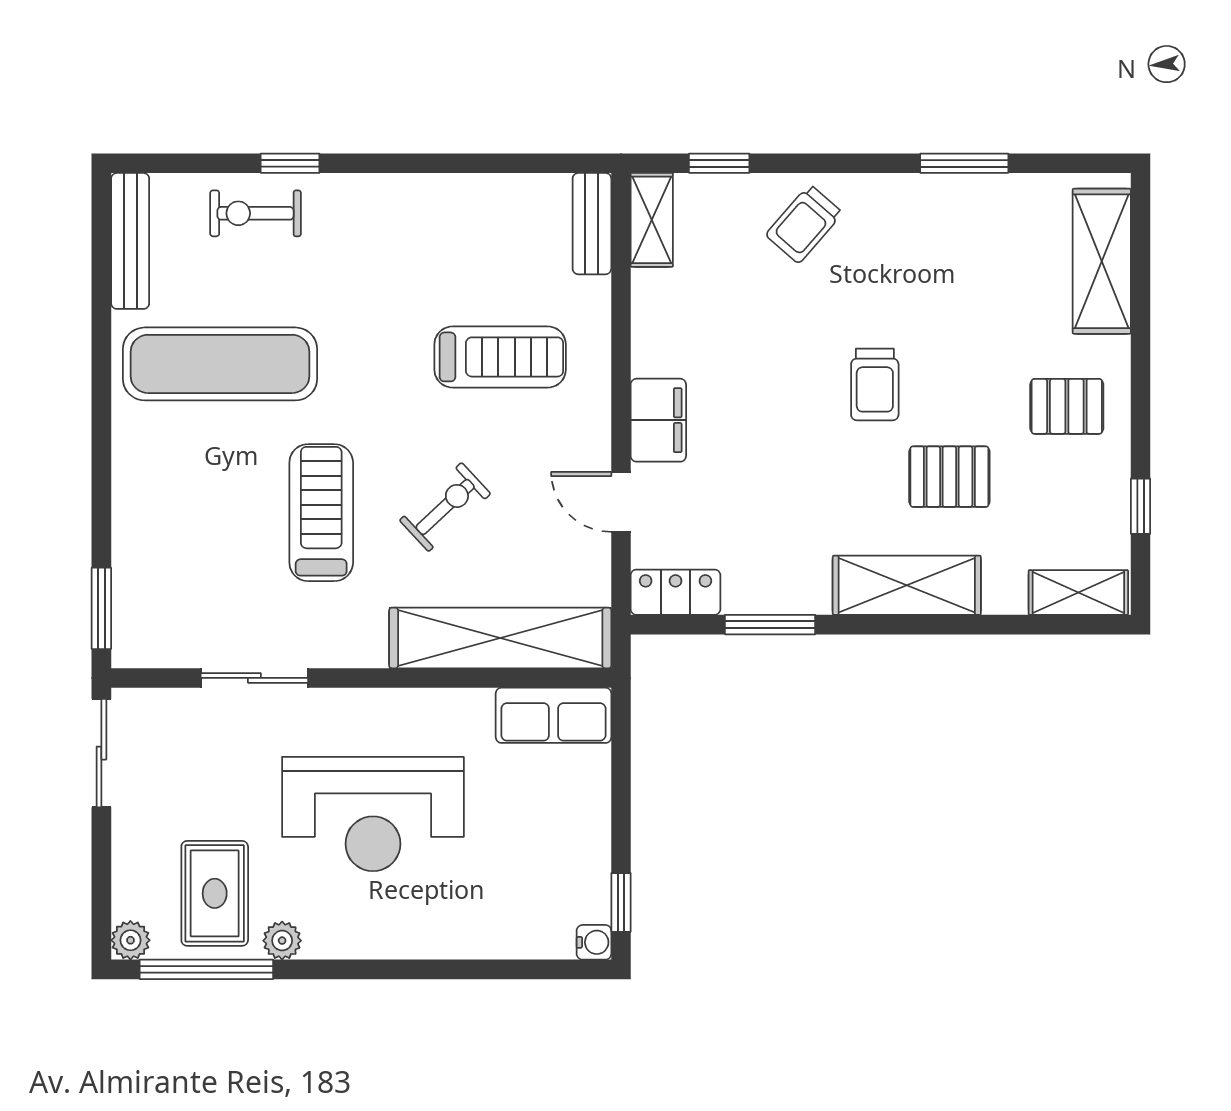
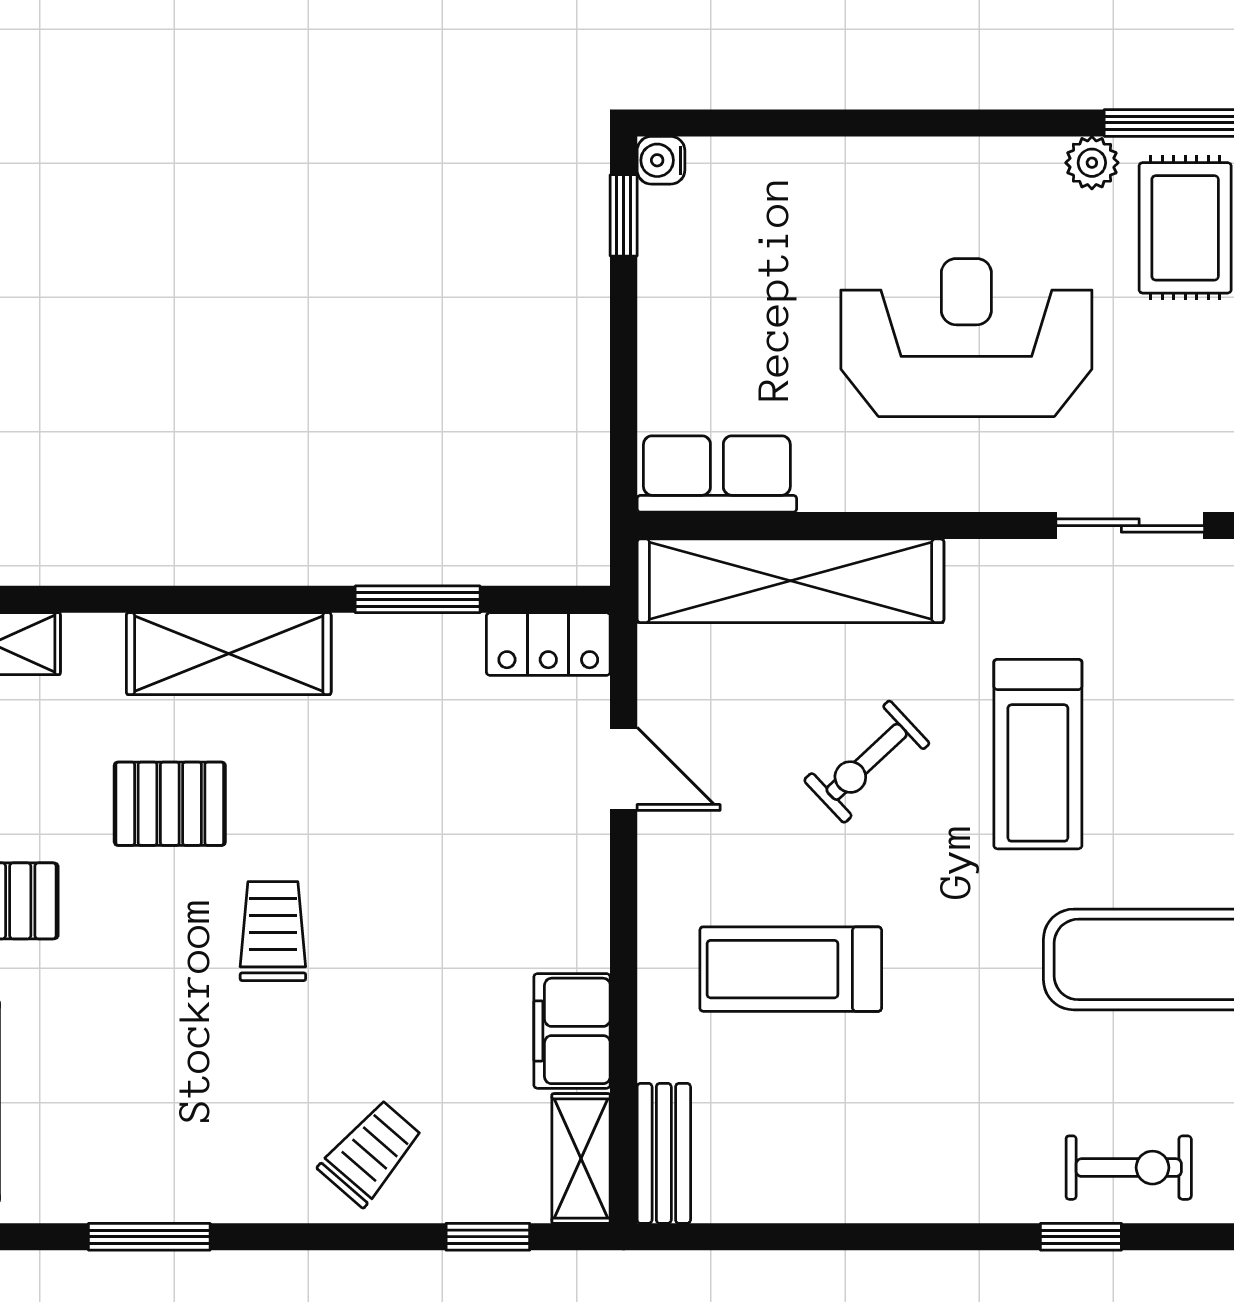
filing cabinet: (658, 420) -> (572, 1031), moved

